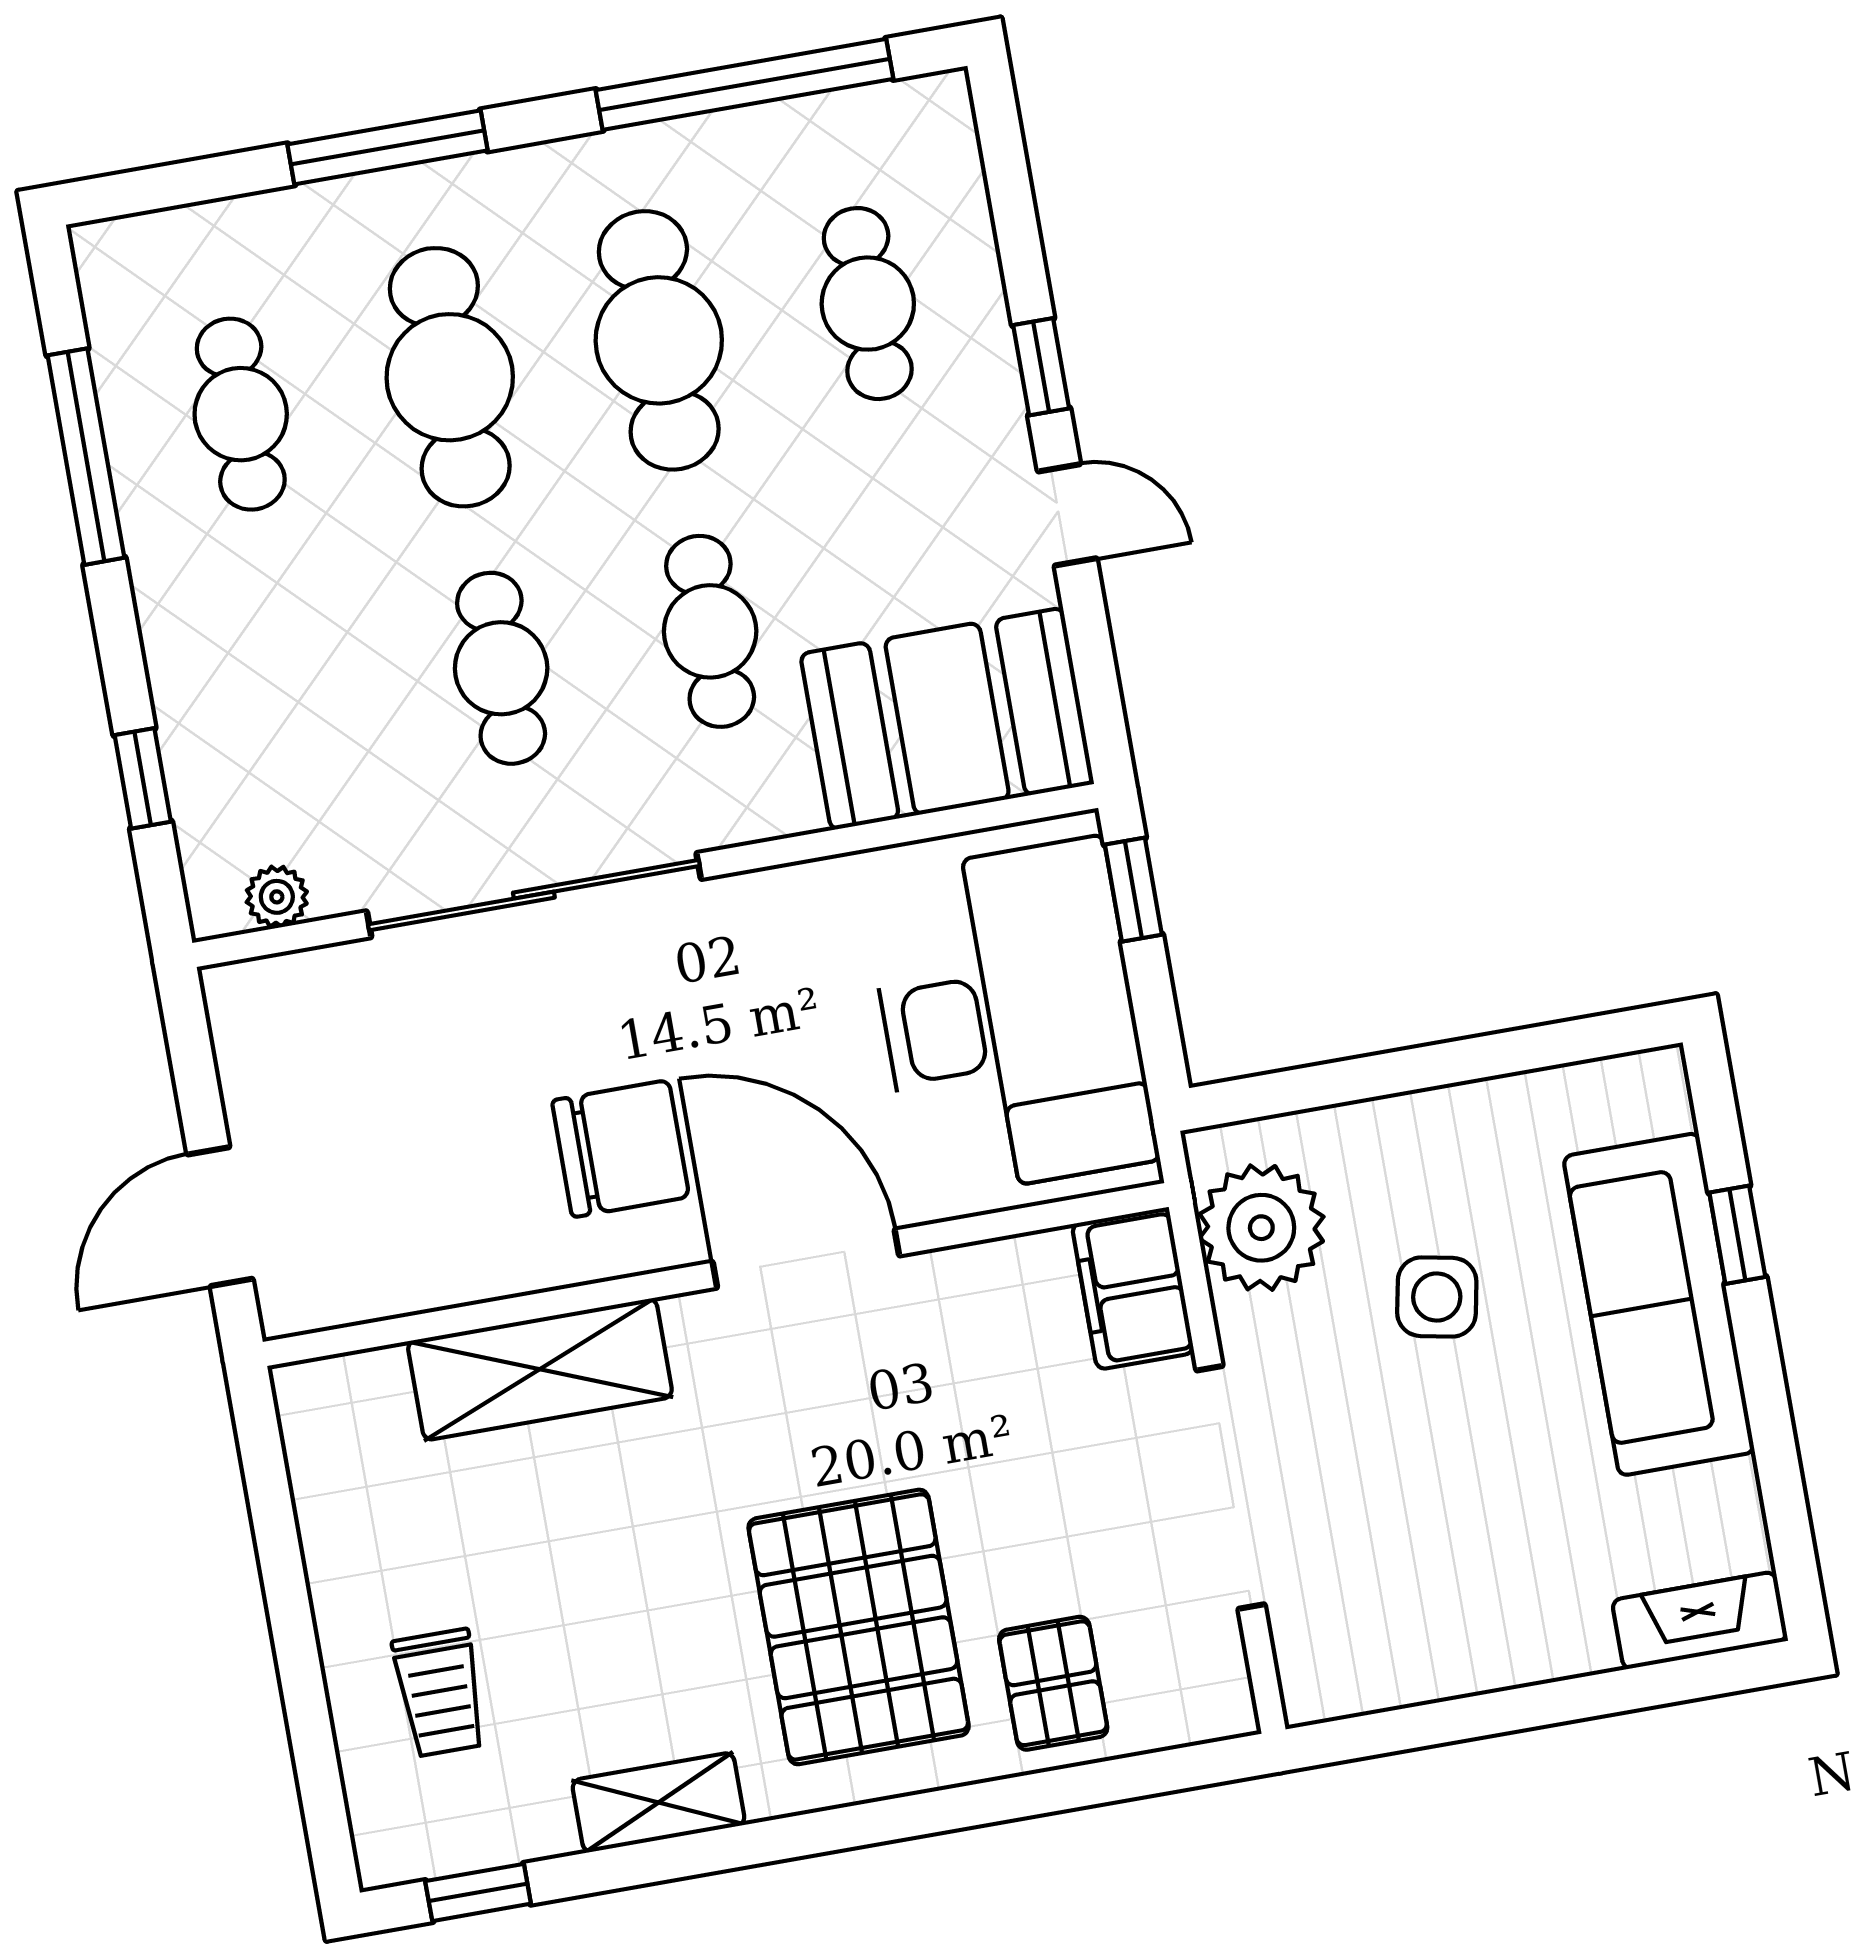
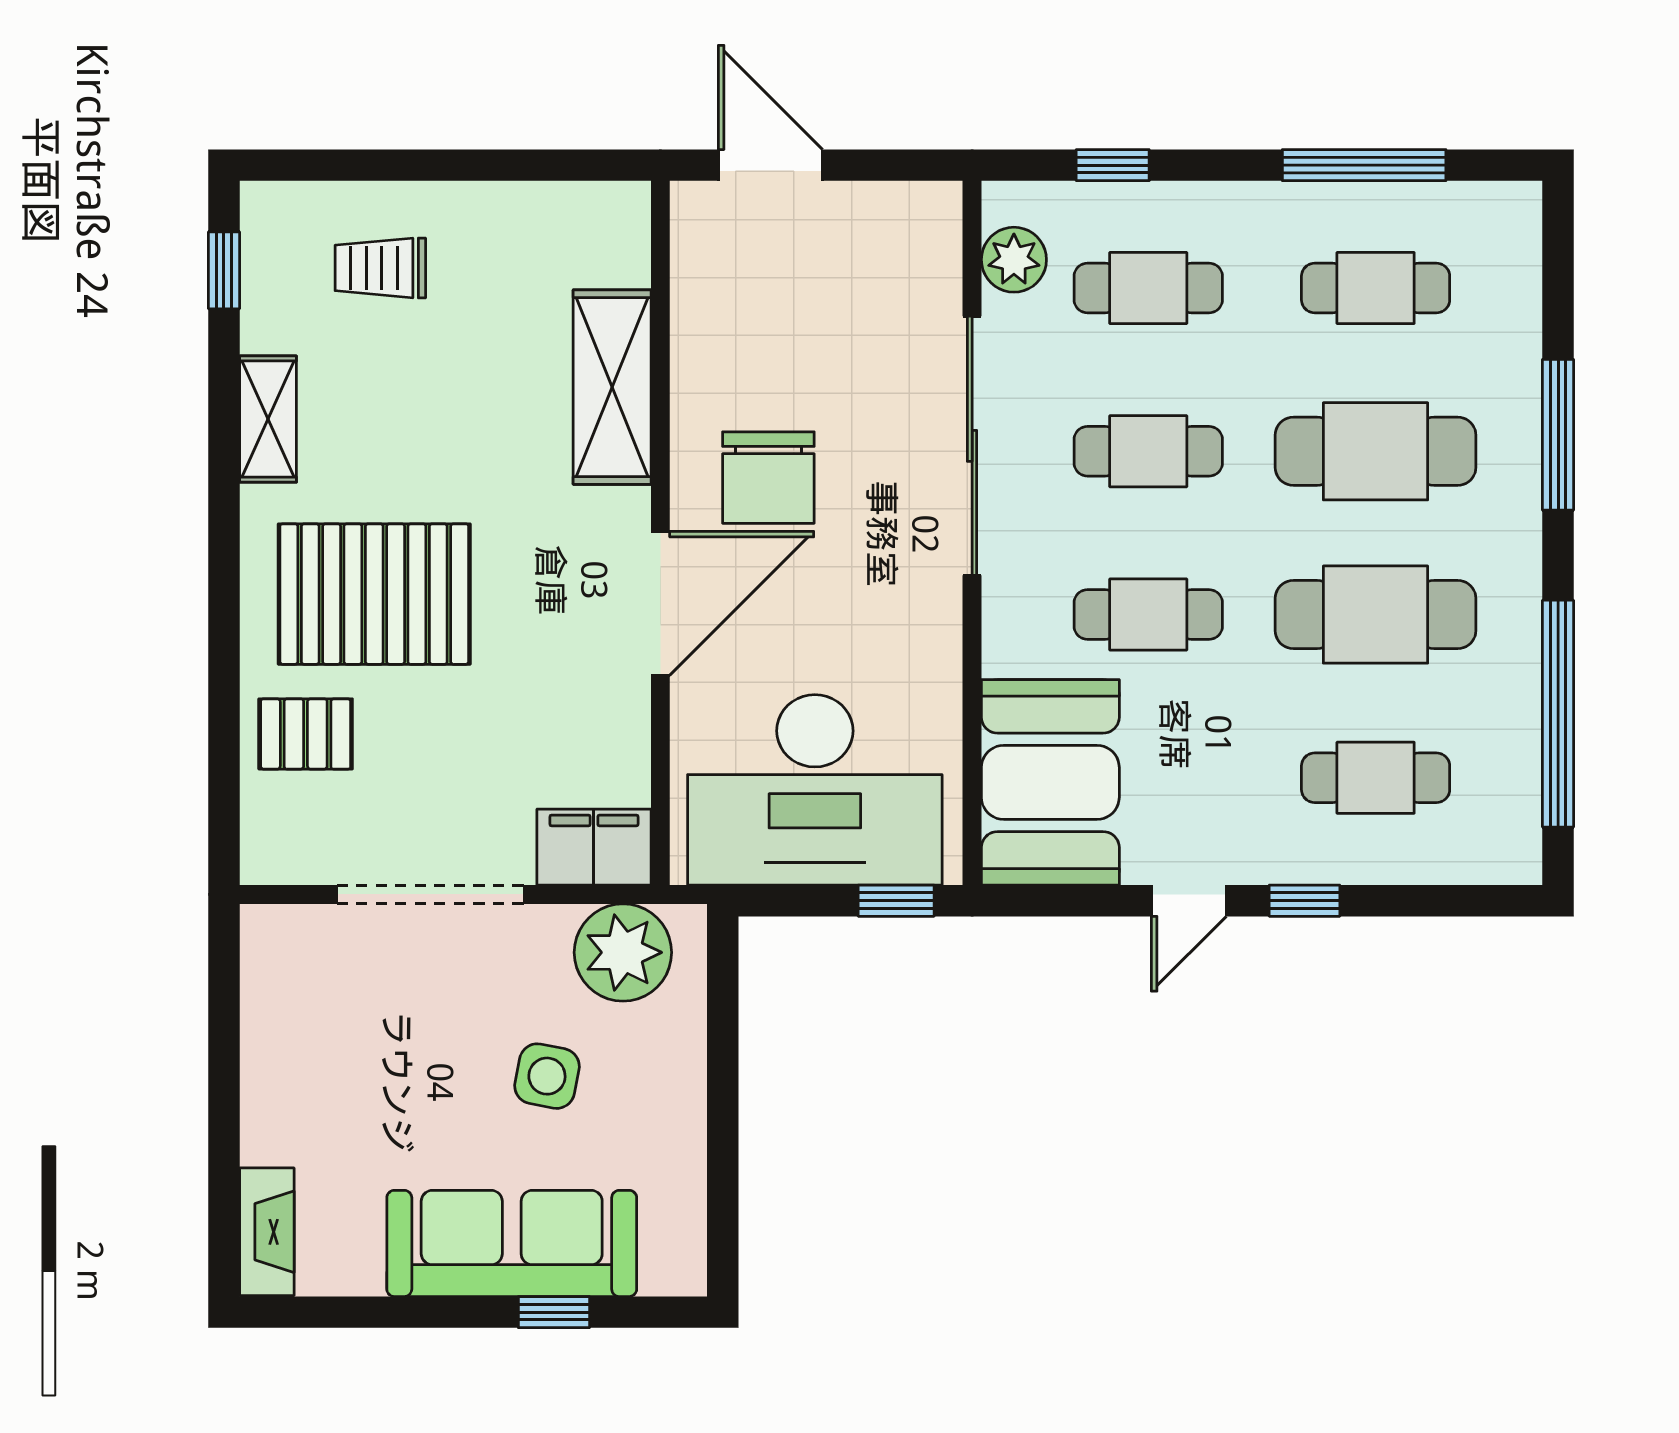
cafe table: (292, 705) -> (1148, 288), added
plant: (277, 897) -> (1014, 260), width x1.38, depth x1.38

